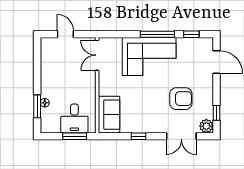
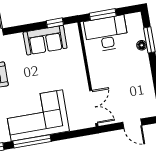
sofa: (109, 115) -> (45, 40), moved, turned -90
desk: (74, 119) -> (106, 34), width x1.37
window: (138, 136) -> (55, 23), moved

